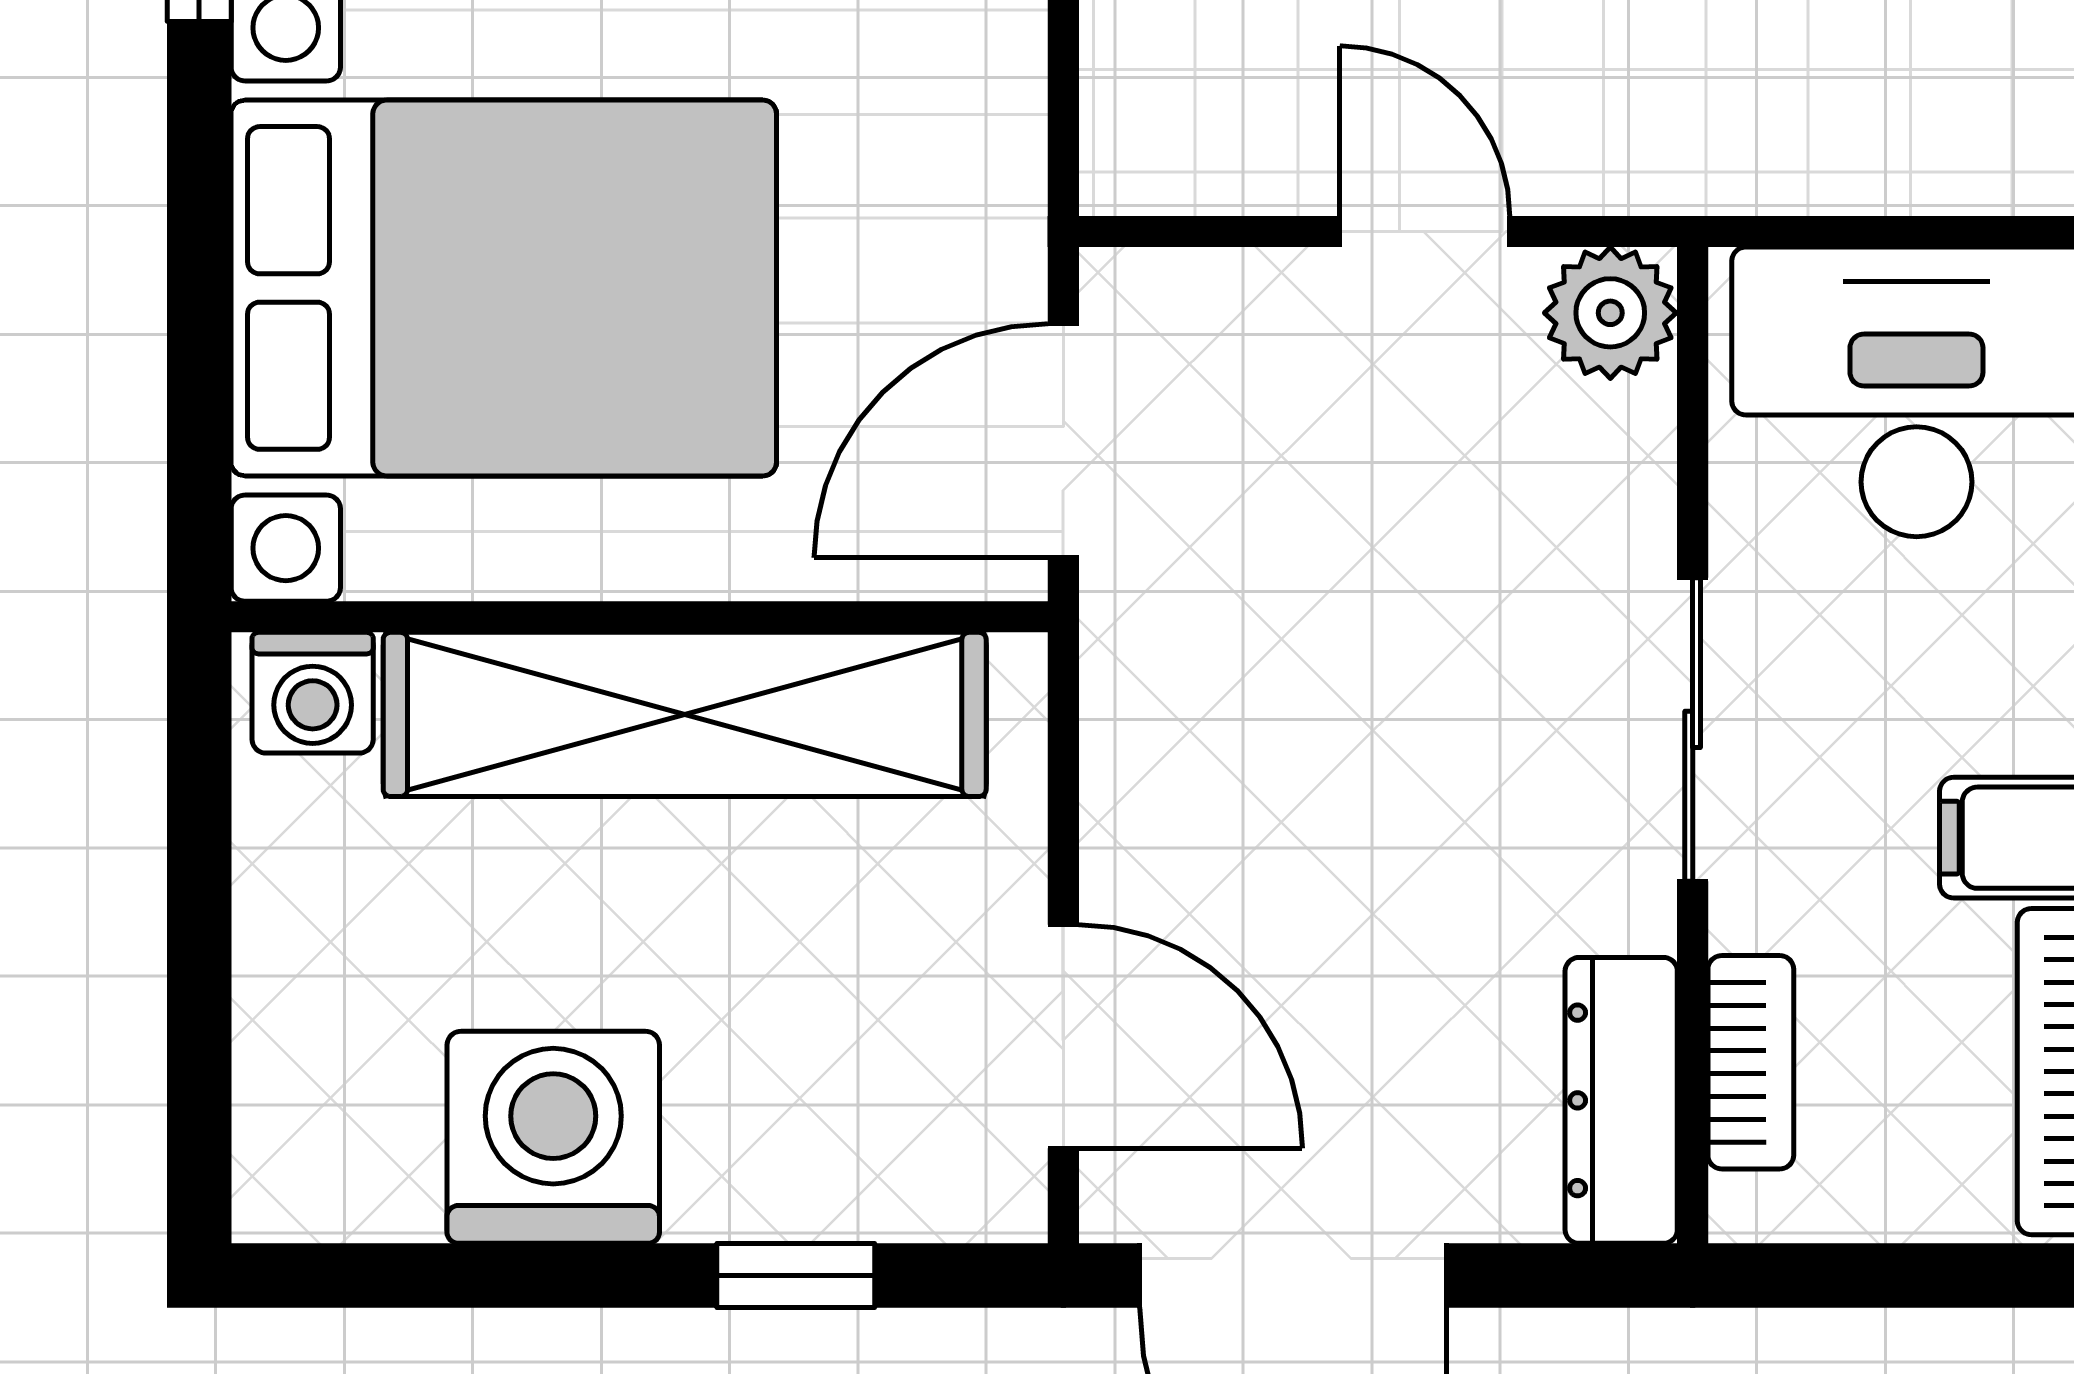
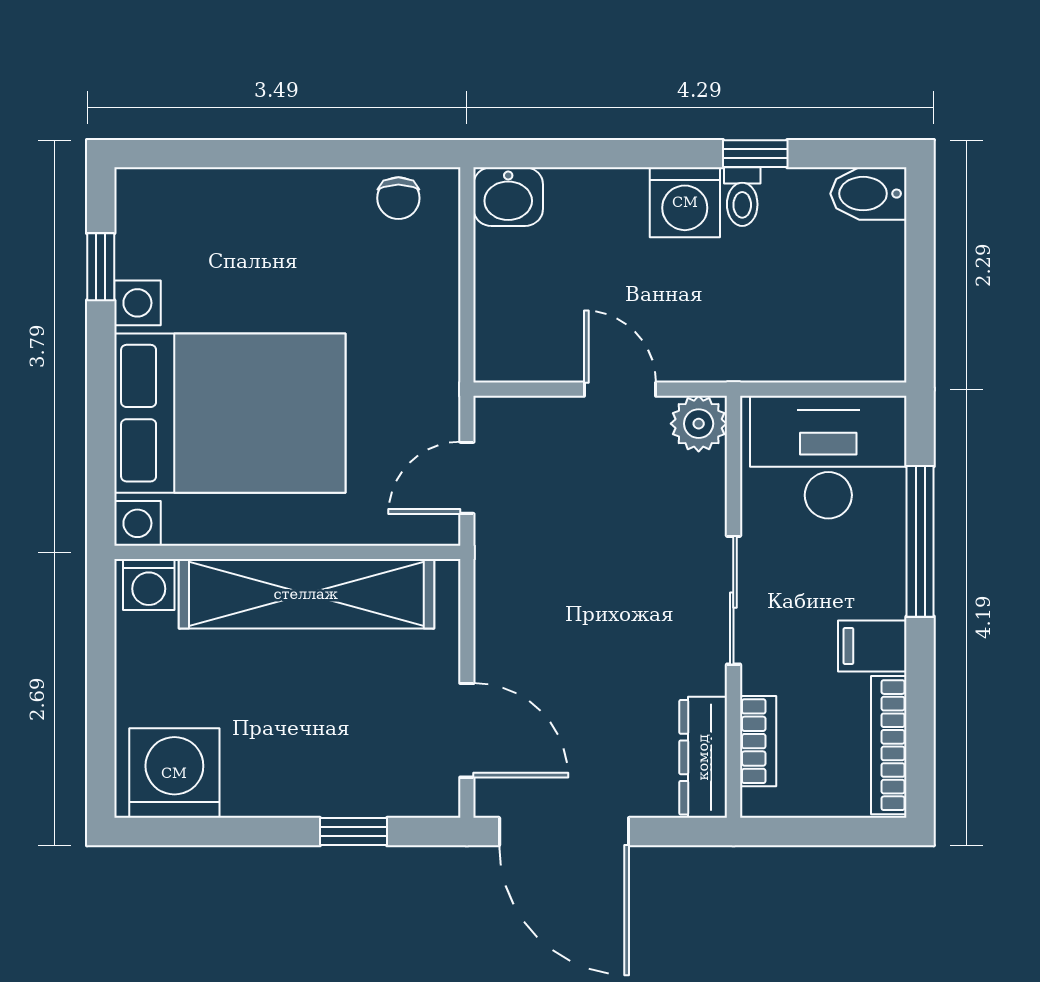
door: (1063, 441) -> (467, 478), width x0.73
washing machine: (553, 1137) -> (174, 773), moved

